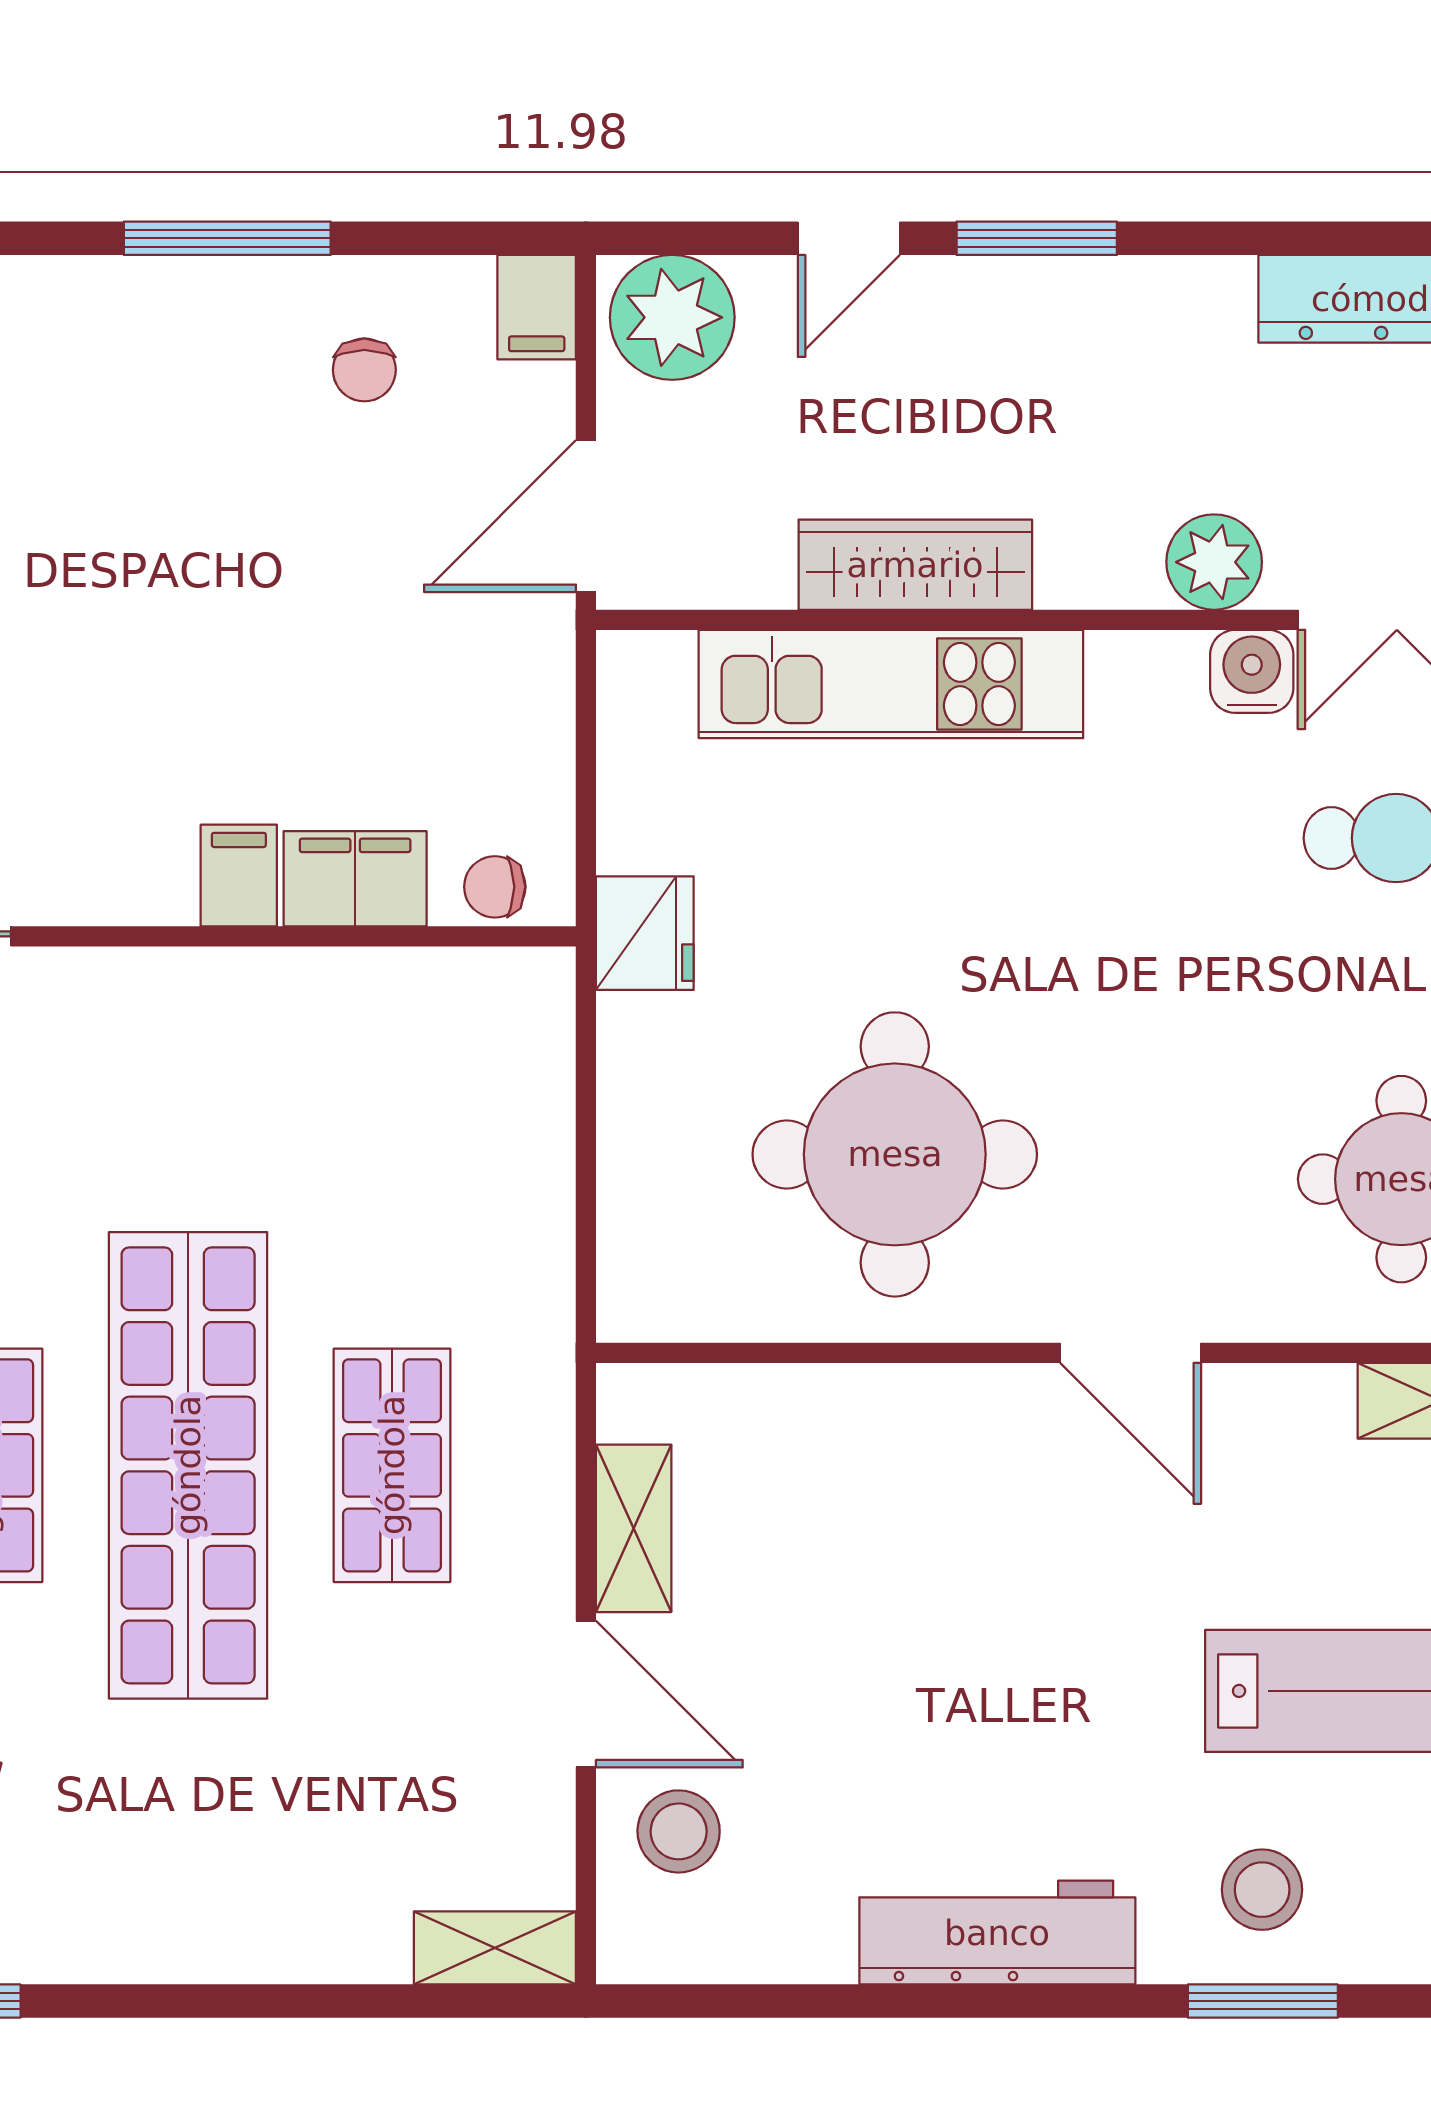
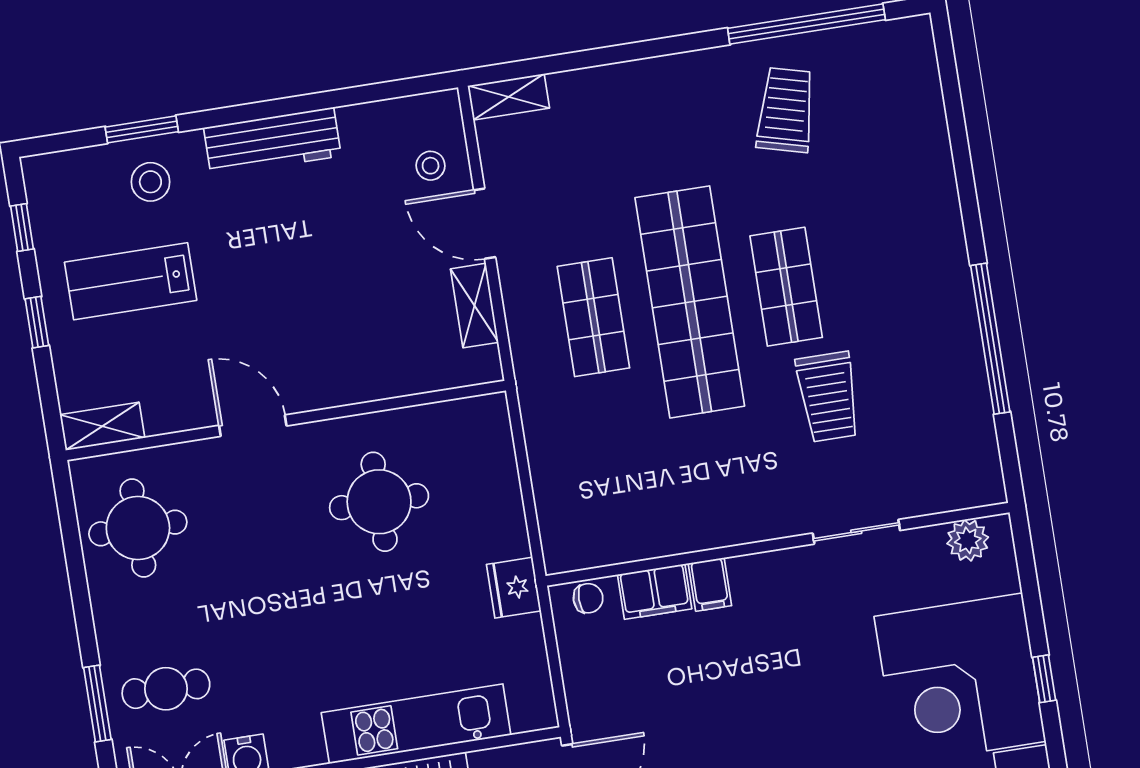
round table: (895, 1154) -> (379, 502), width x0.73, depth x0.73
stool: (679, 1831) -> (431, 166), width x0.73, depth x0.73

